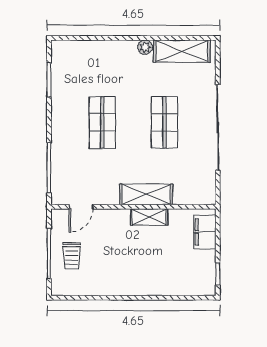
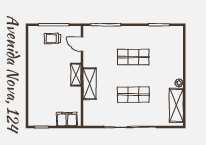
shelving: (149, 217) -> (76, 75), moved

